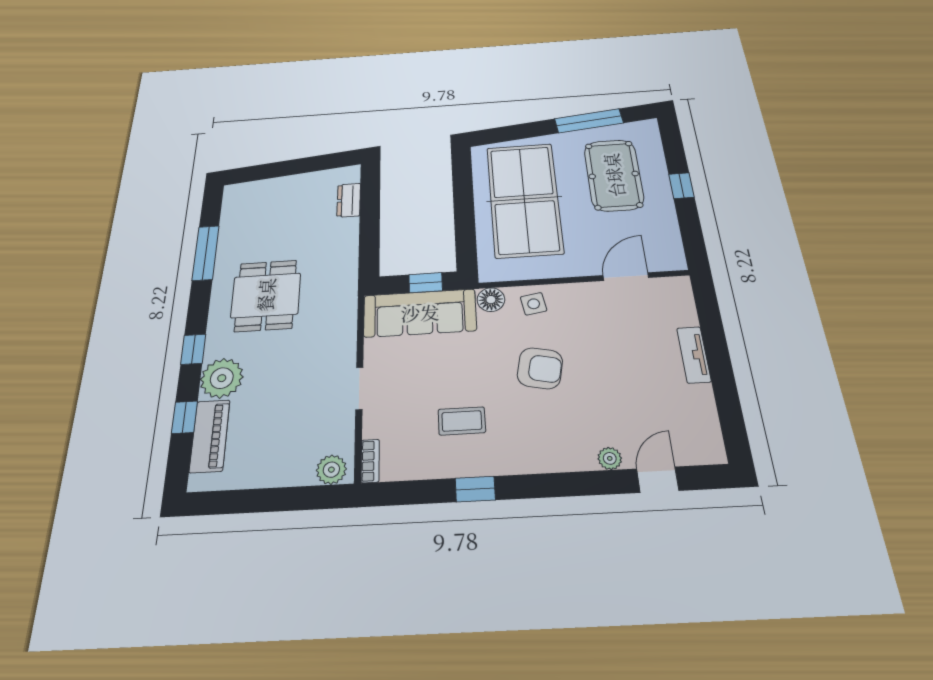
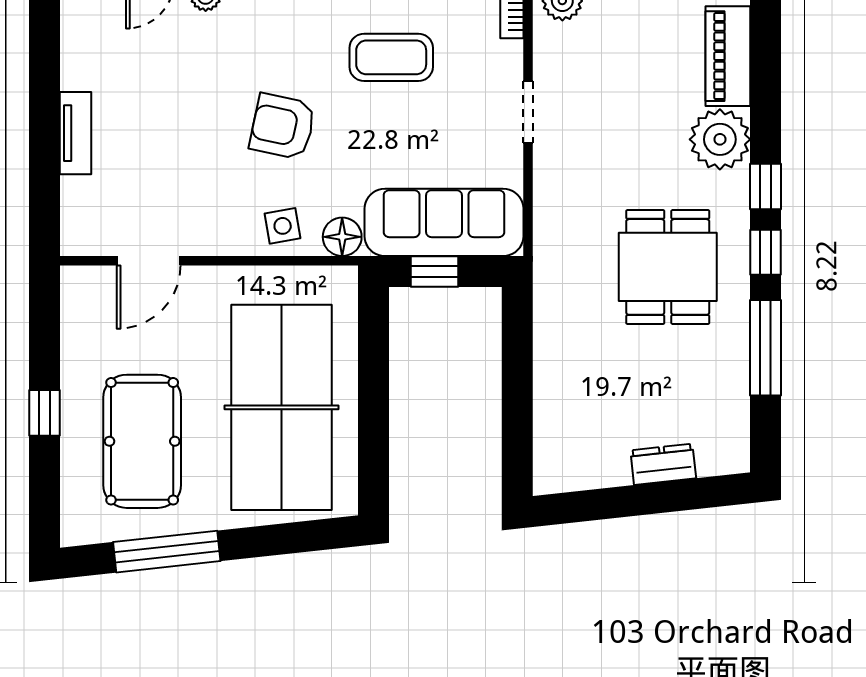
dresser: (349, 200) -> (663, 464), moved, turned -96
window: (184, 417) -> (766, 252), moved
coffee table: (462, 421) -> (391, 57), width x1.36, depth x1.30

